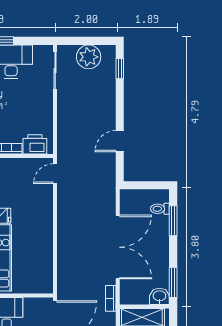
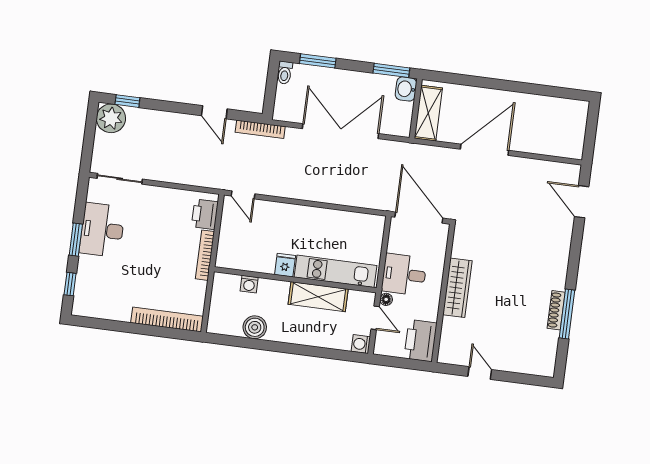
plant: (89, 57) -> (111, 118), moved
toilet: (160, 209) -> (285, 73), moved
bookcase: (111, 298) -> (260, 129), moved, width x1.56

